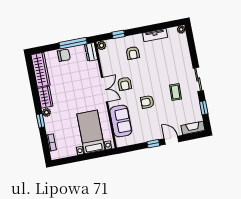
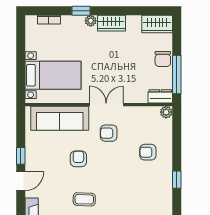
window: (118, 34) -> (177, 180), moved
tv unit: (155, 35) -> (166, 187), removed
wardrobe: (41, 70) -> (157, 24), width x0.67
double door: (104, 90) -> (106, 105), swing flipped
sofa: (121, 121) -> (60, 118), width x1.36

